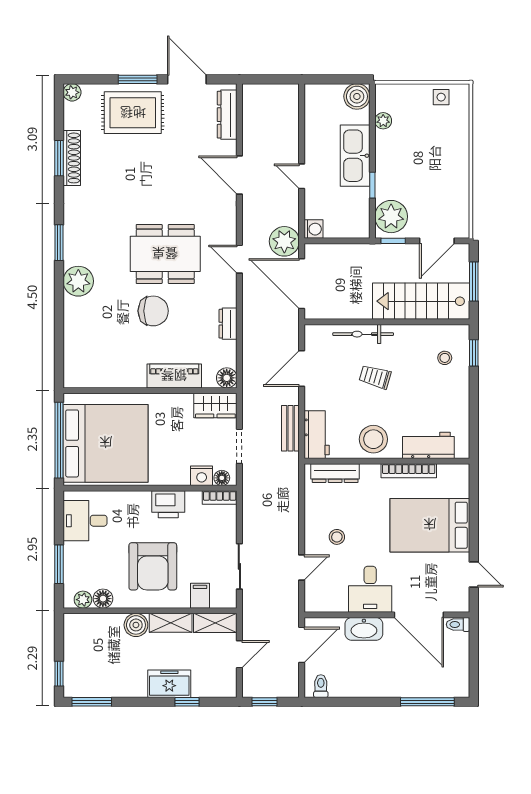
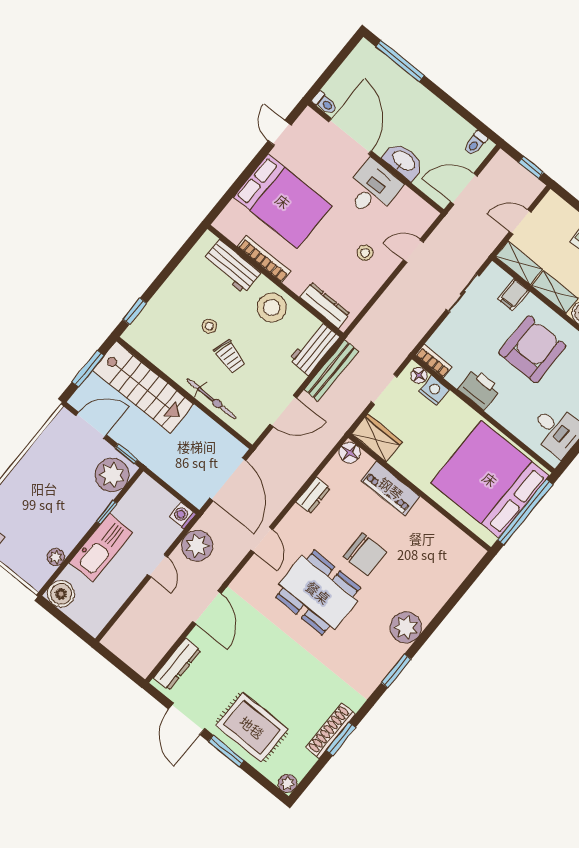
plant: (284, 241) -> (197, 546), moved
chair: (153, 311) -> (365, 554), turned 180
stool: (445, 358) -> (209, 326), moved
bench: (290, 428) -> (331, 370), width x1.36

